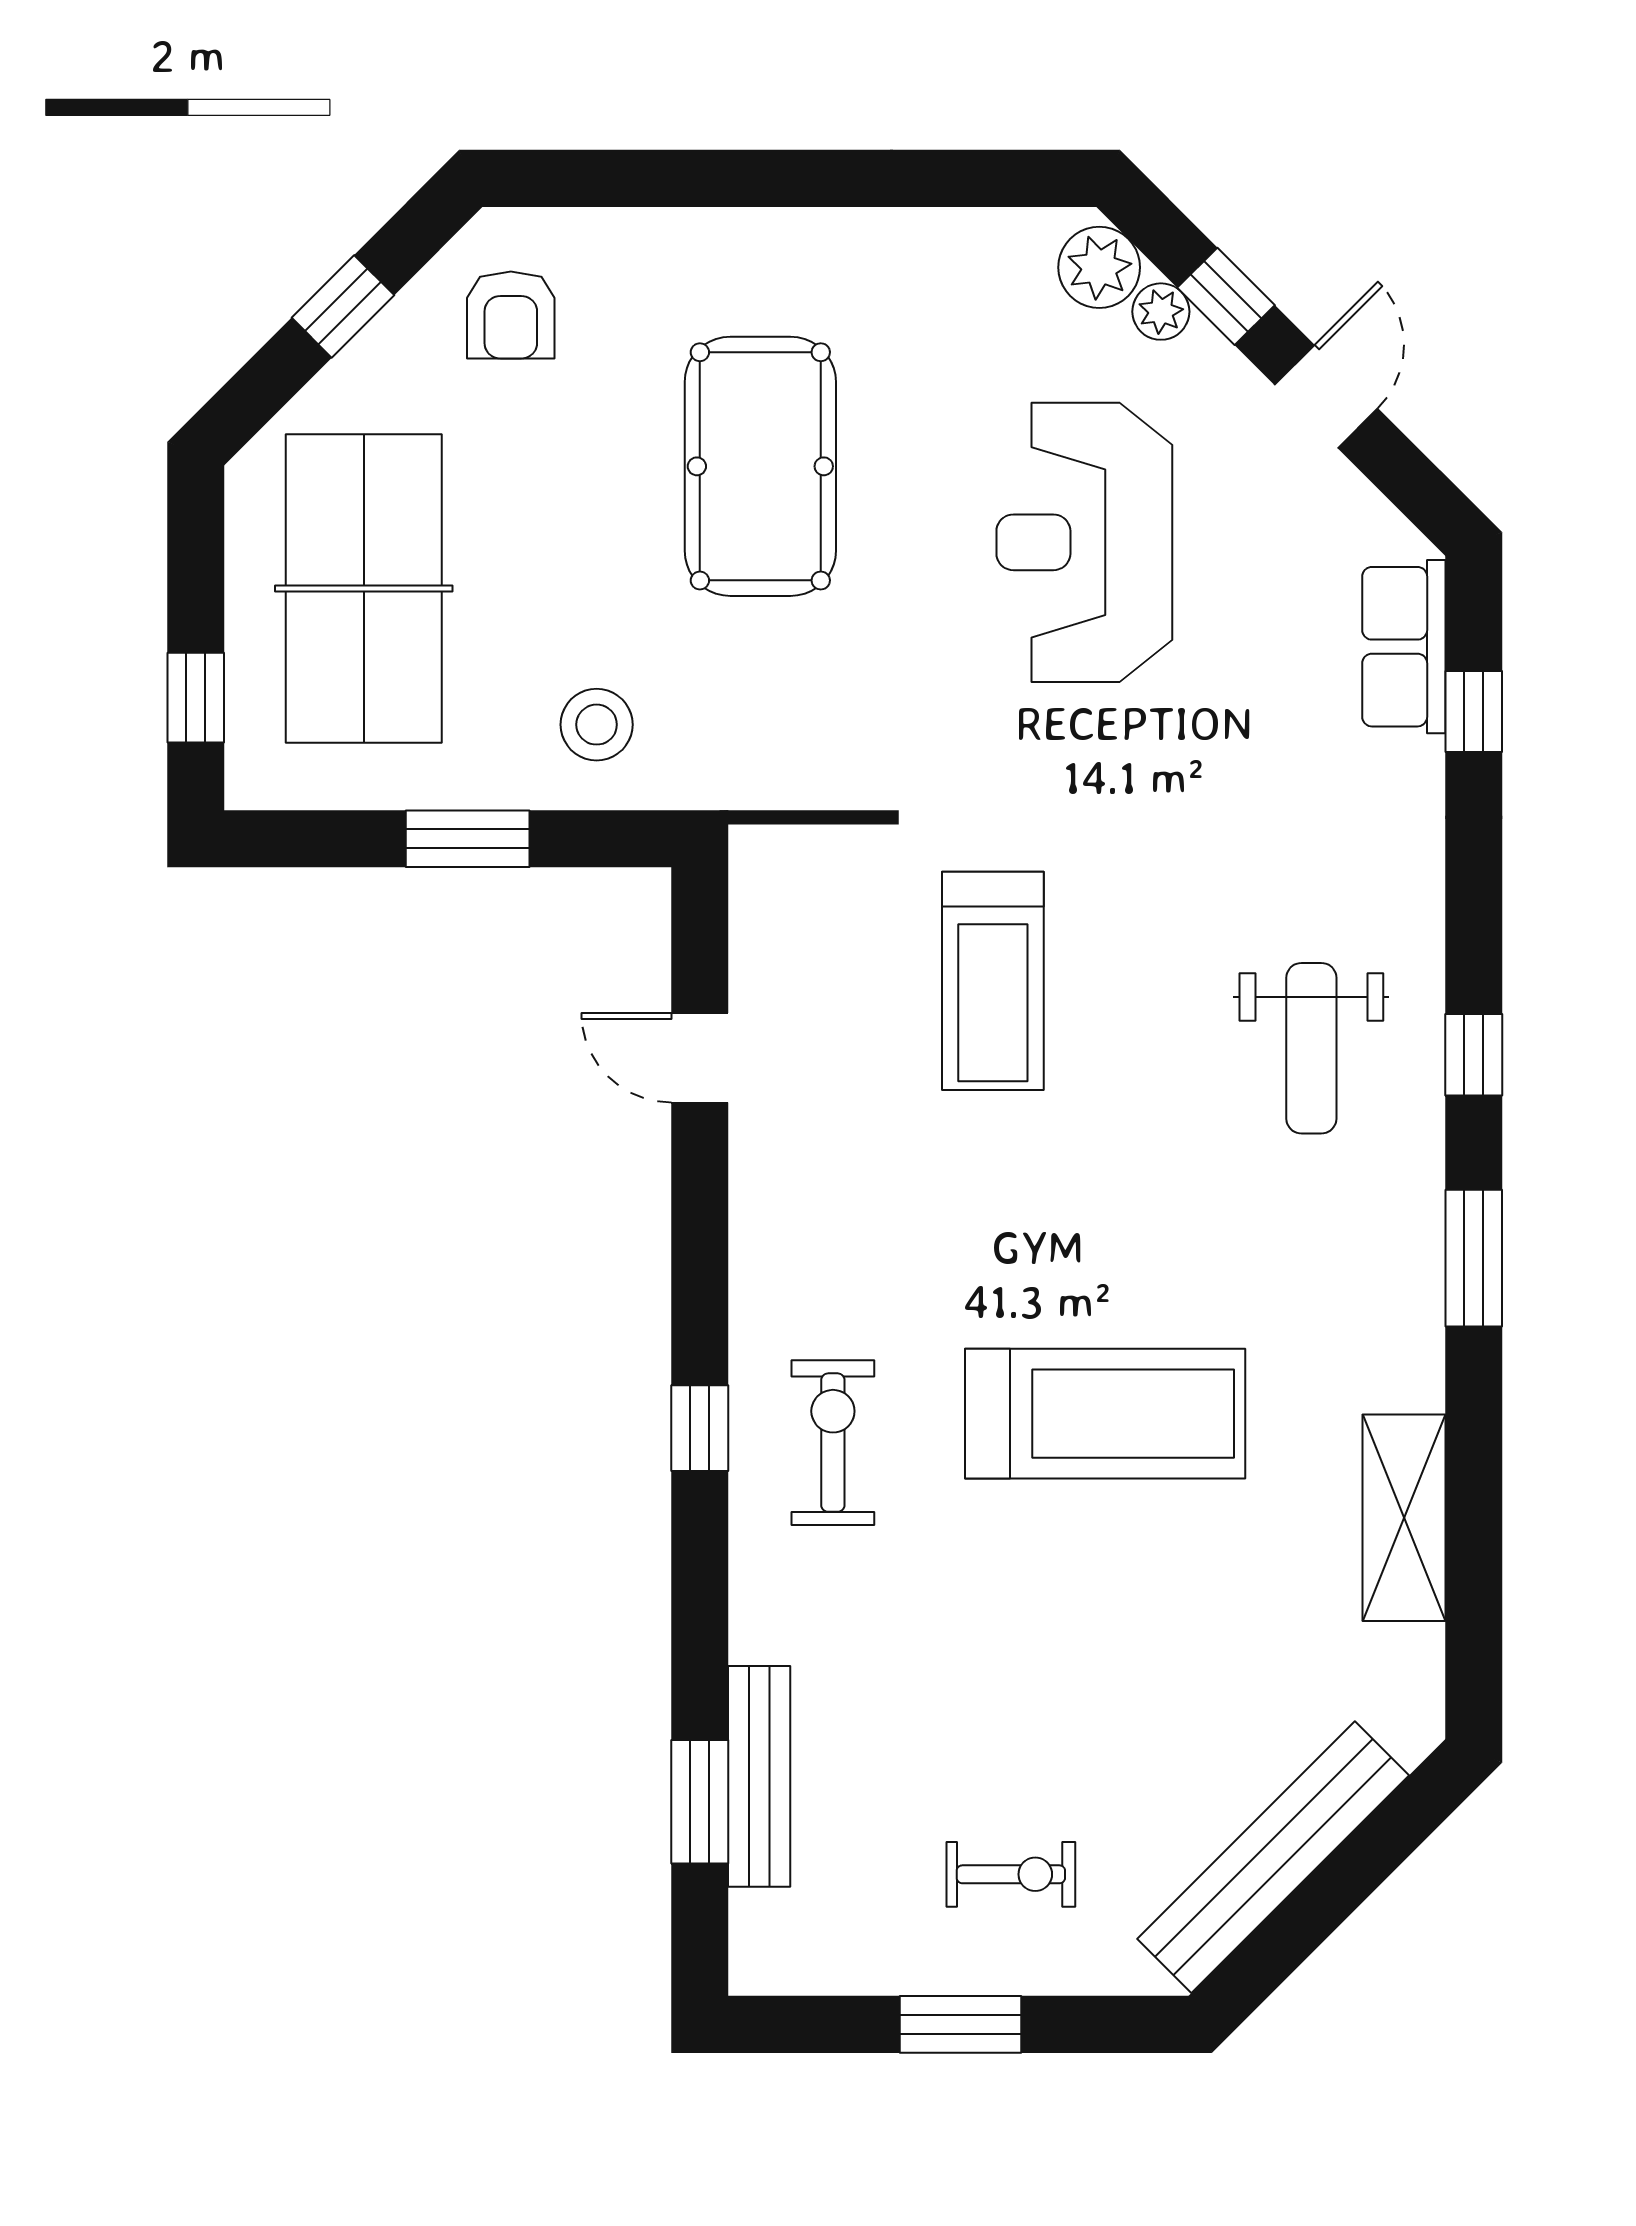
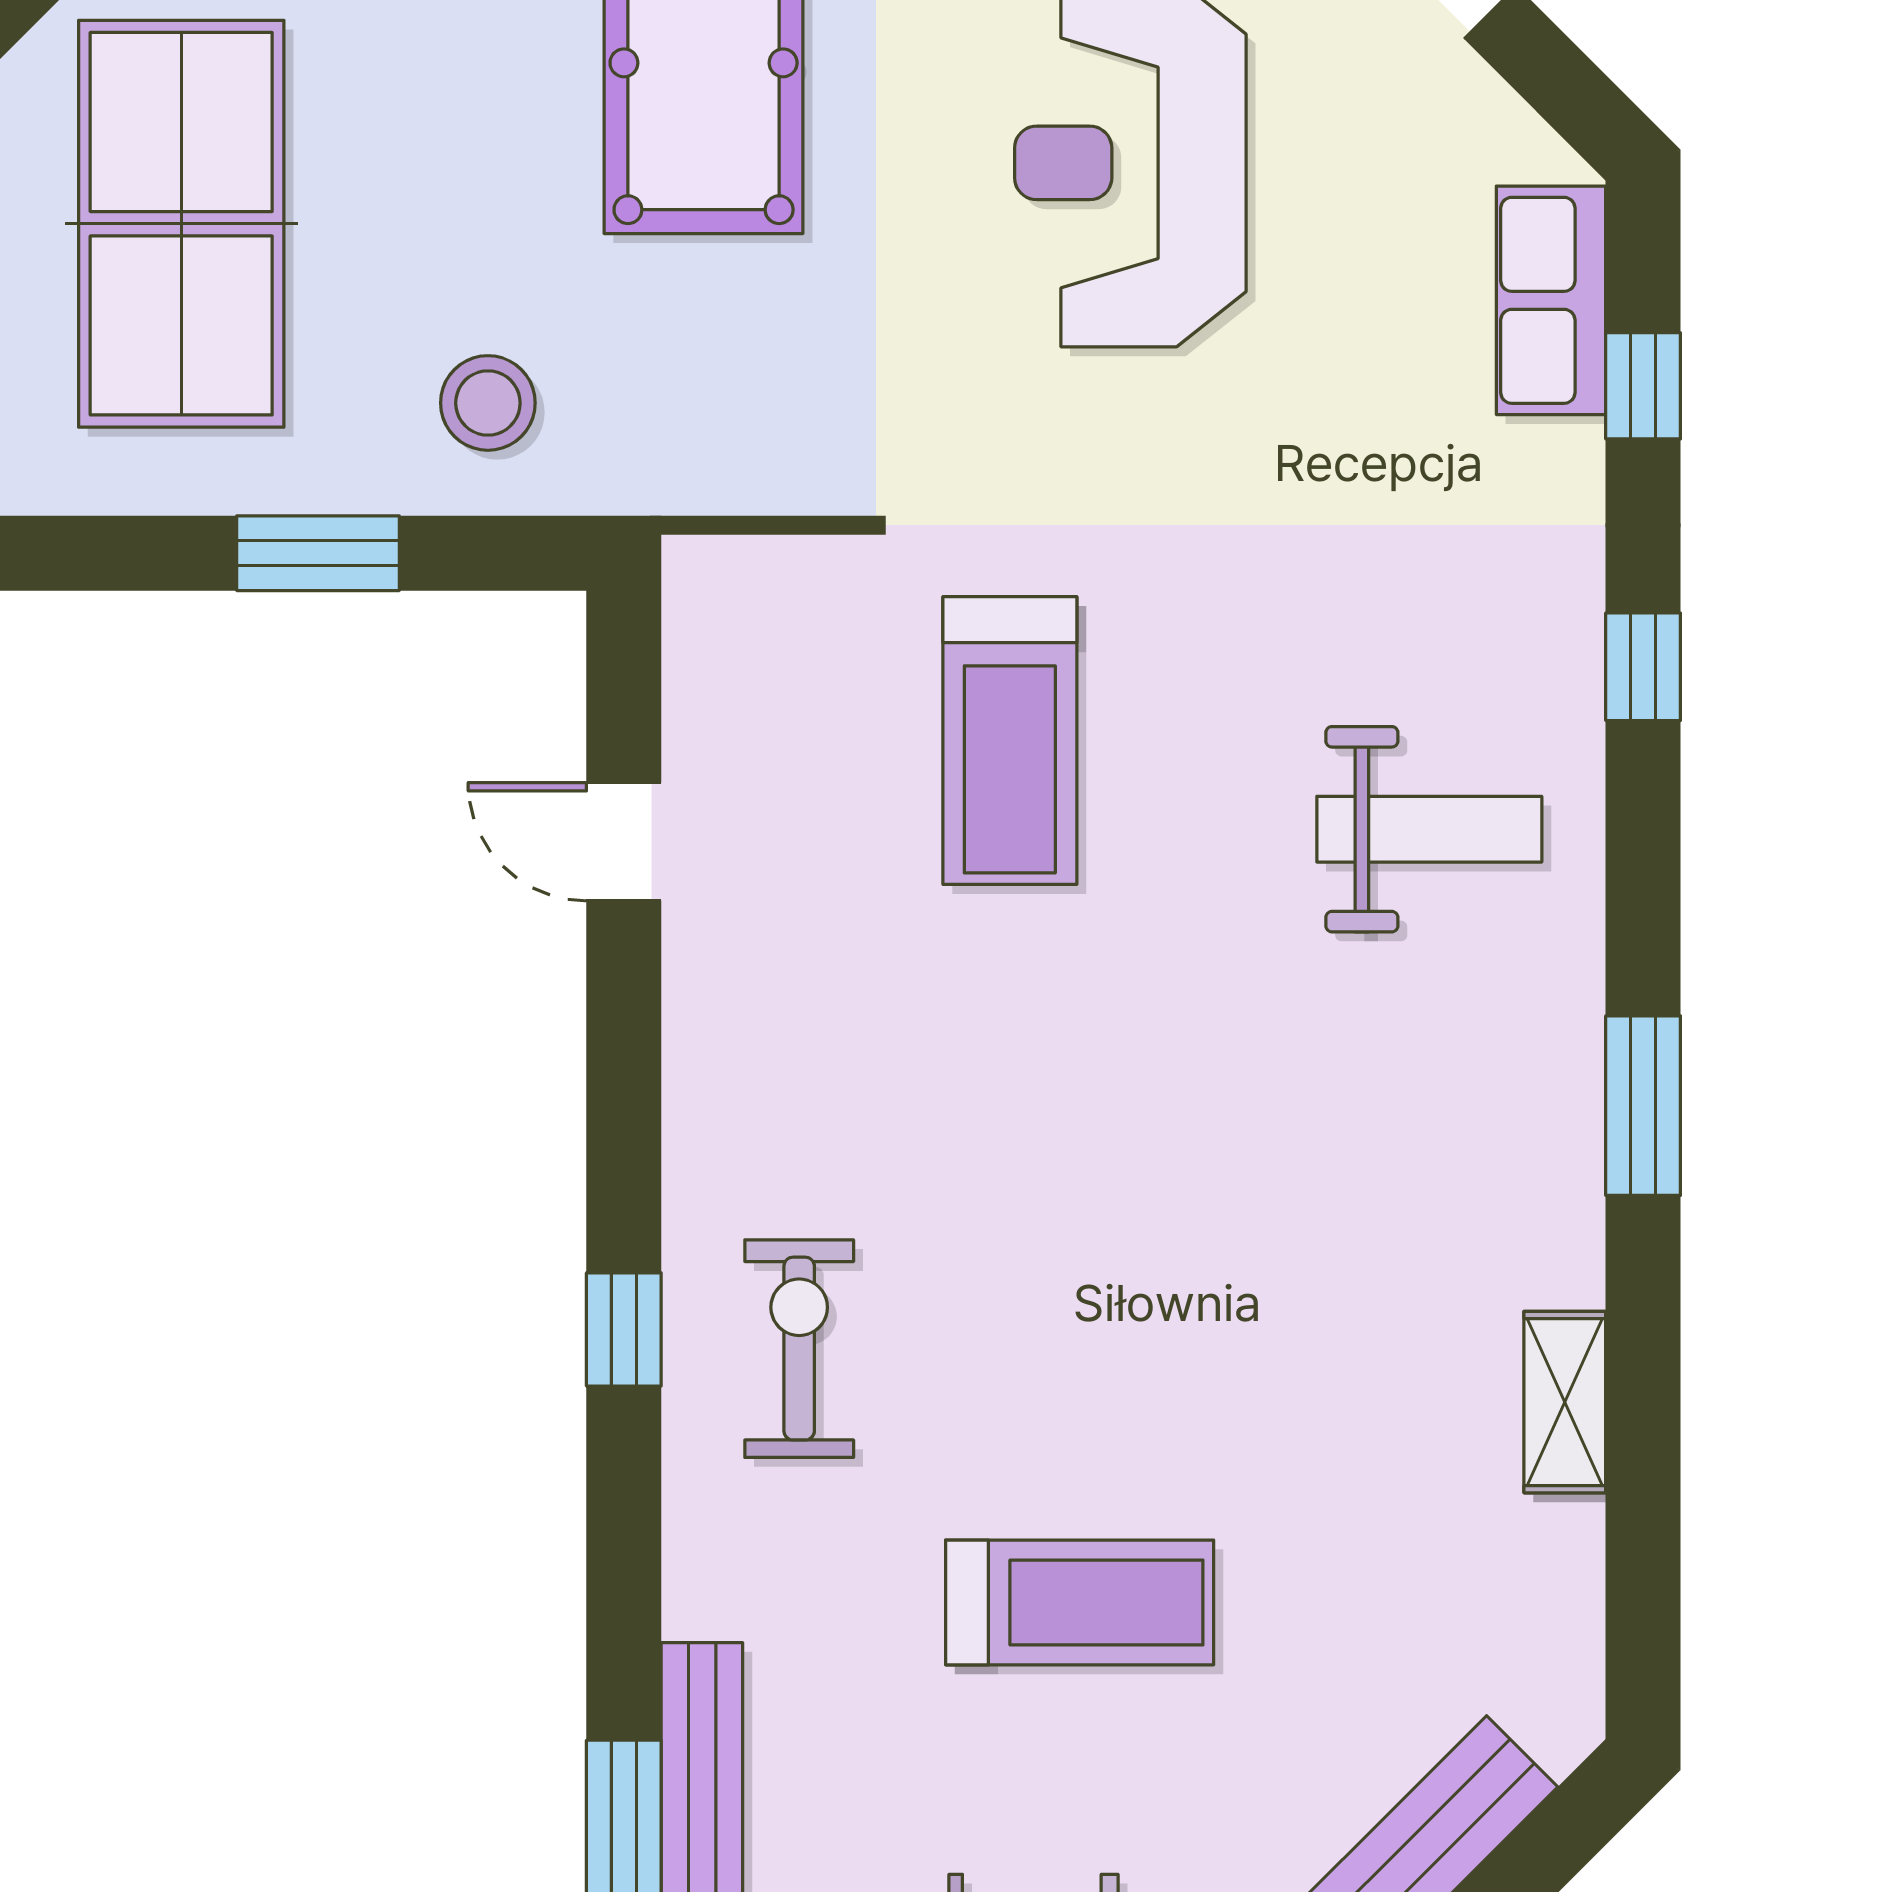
weight bench: (1311, 1048) -> (1429, 829), turned -90
window: (1474, 1055) -> (1643, 667), moved
treadmill: (1105, 1414) -> (1080, 1602), moved, width x0.73, depth x0.73
shelving: (1404, 1518) -> (1565, 1402), width x0.67, depth x0.75

